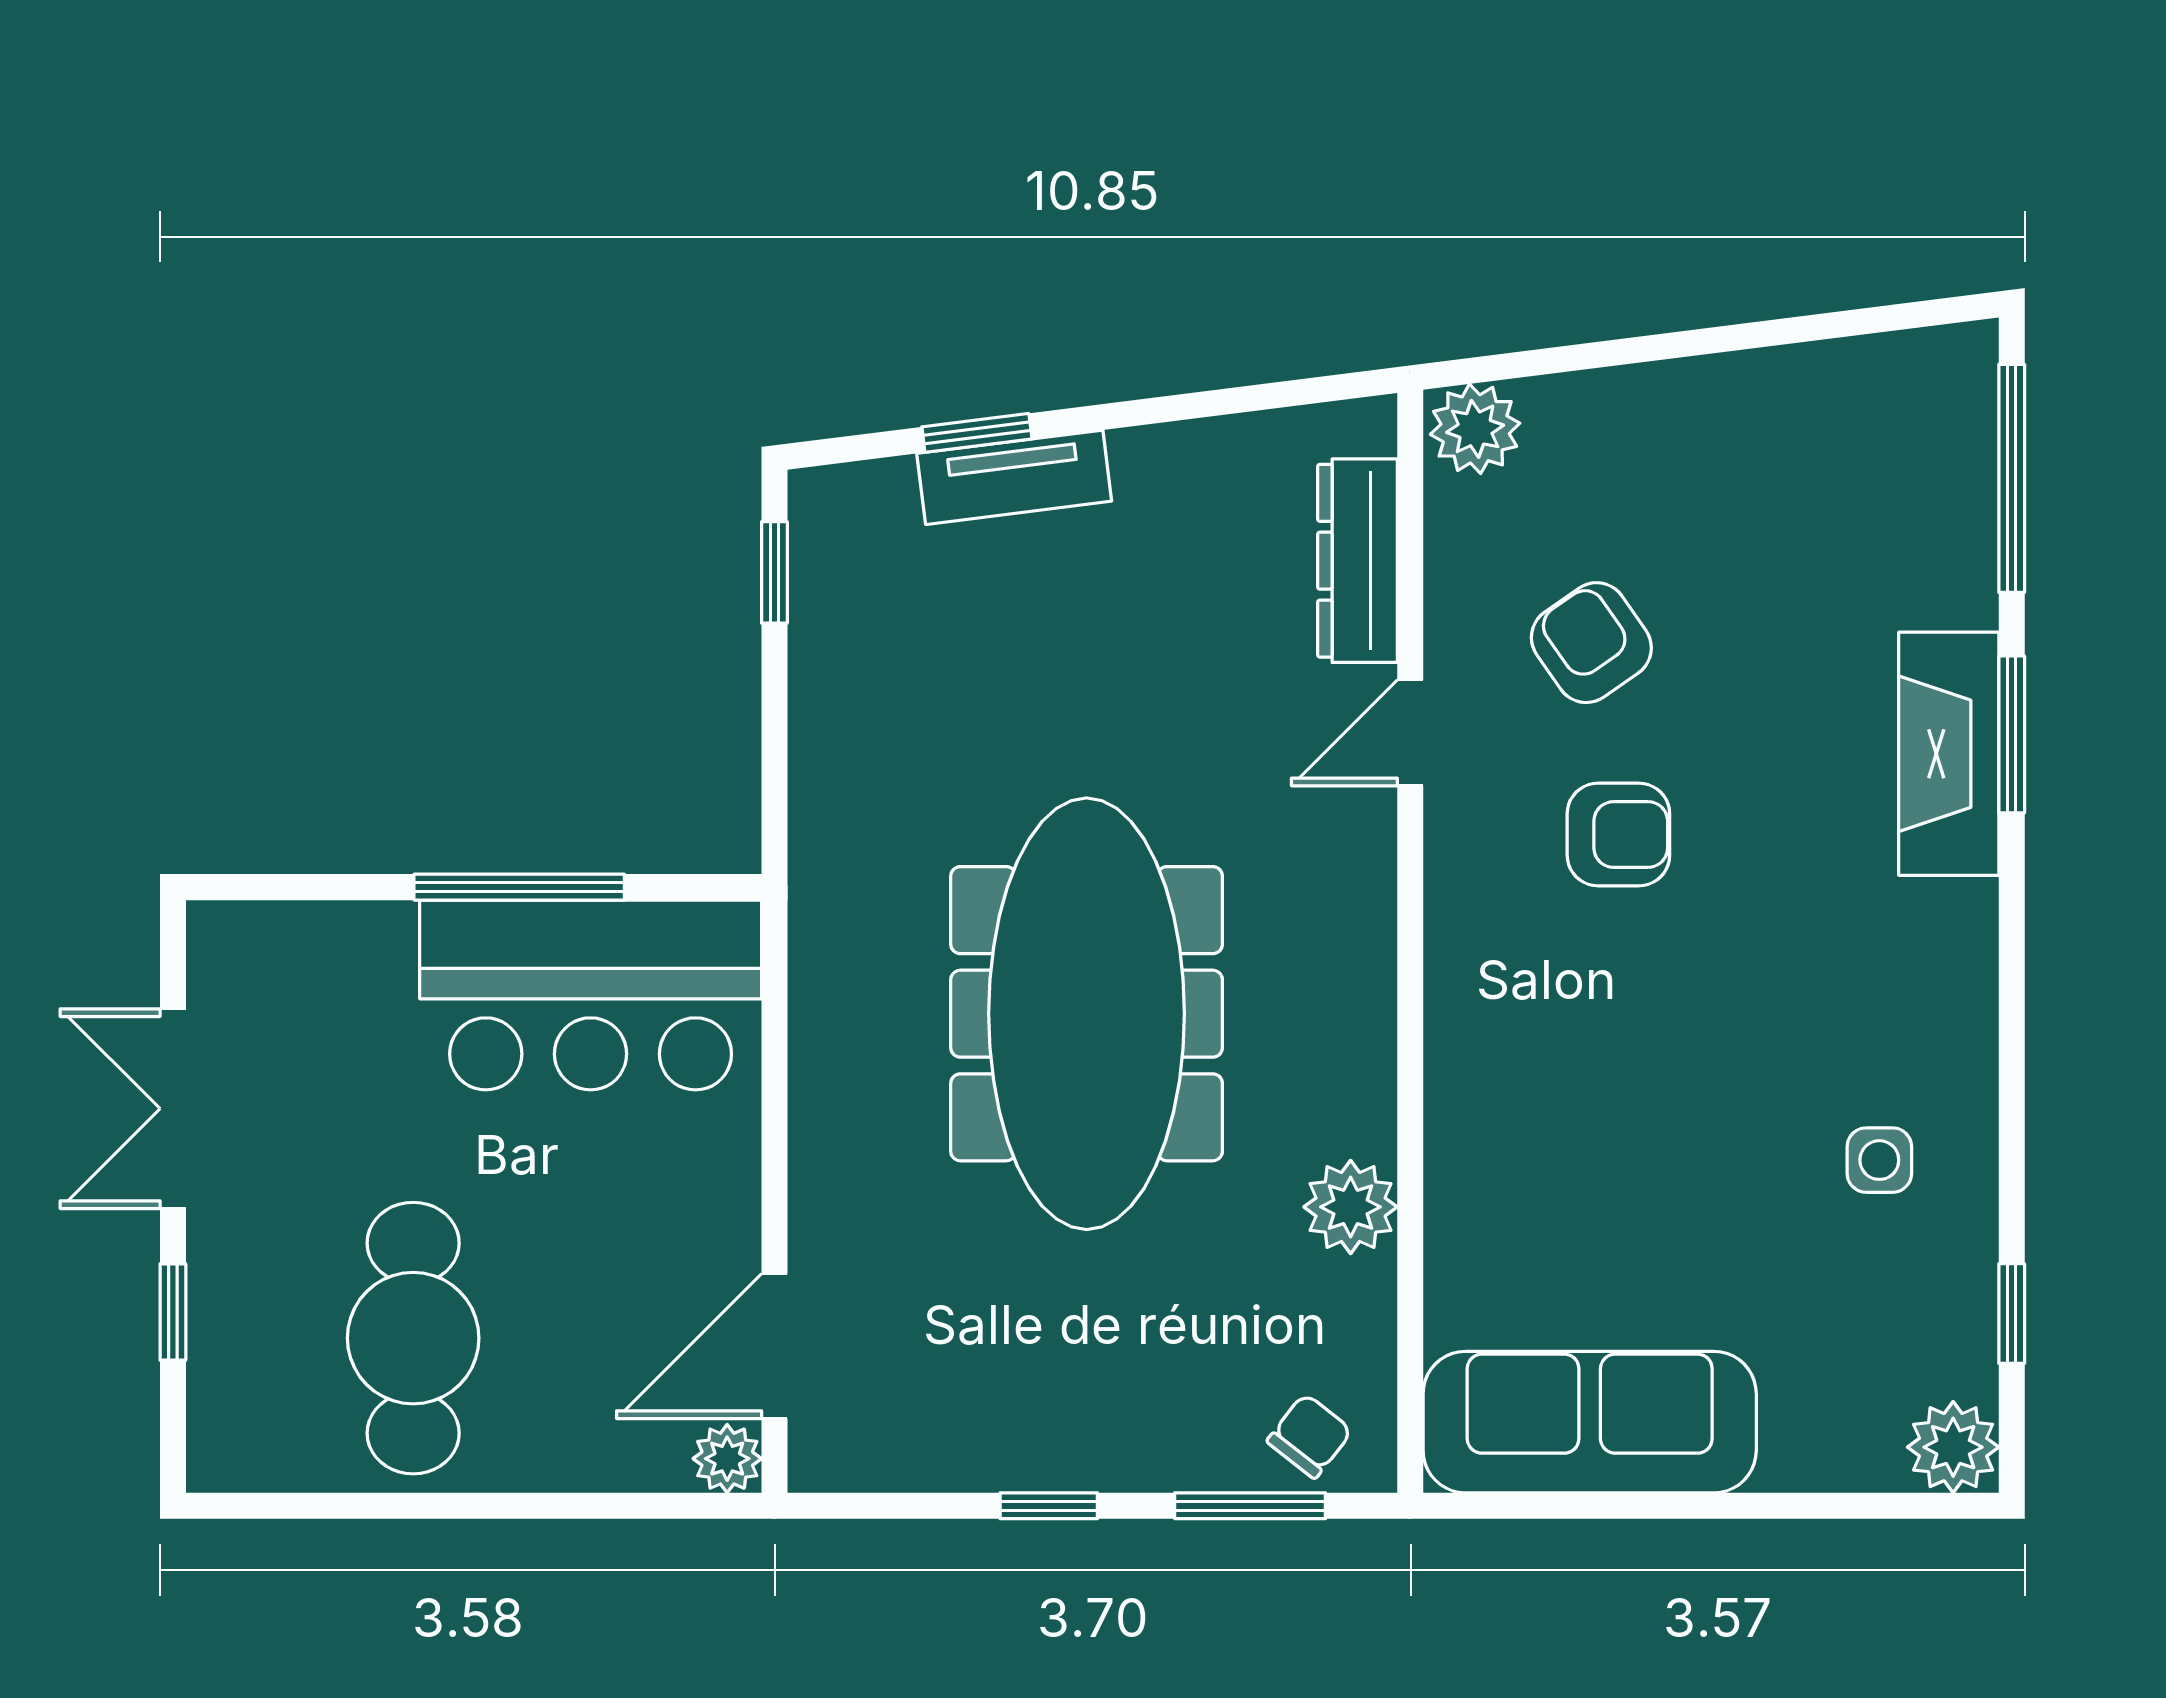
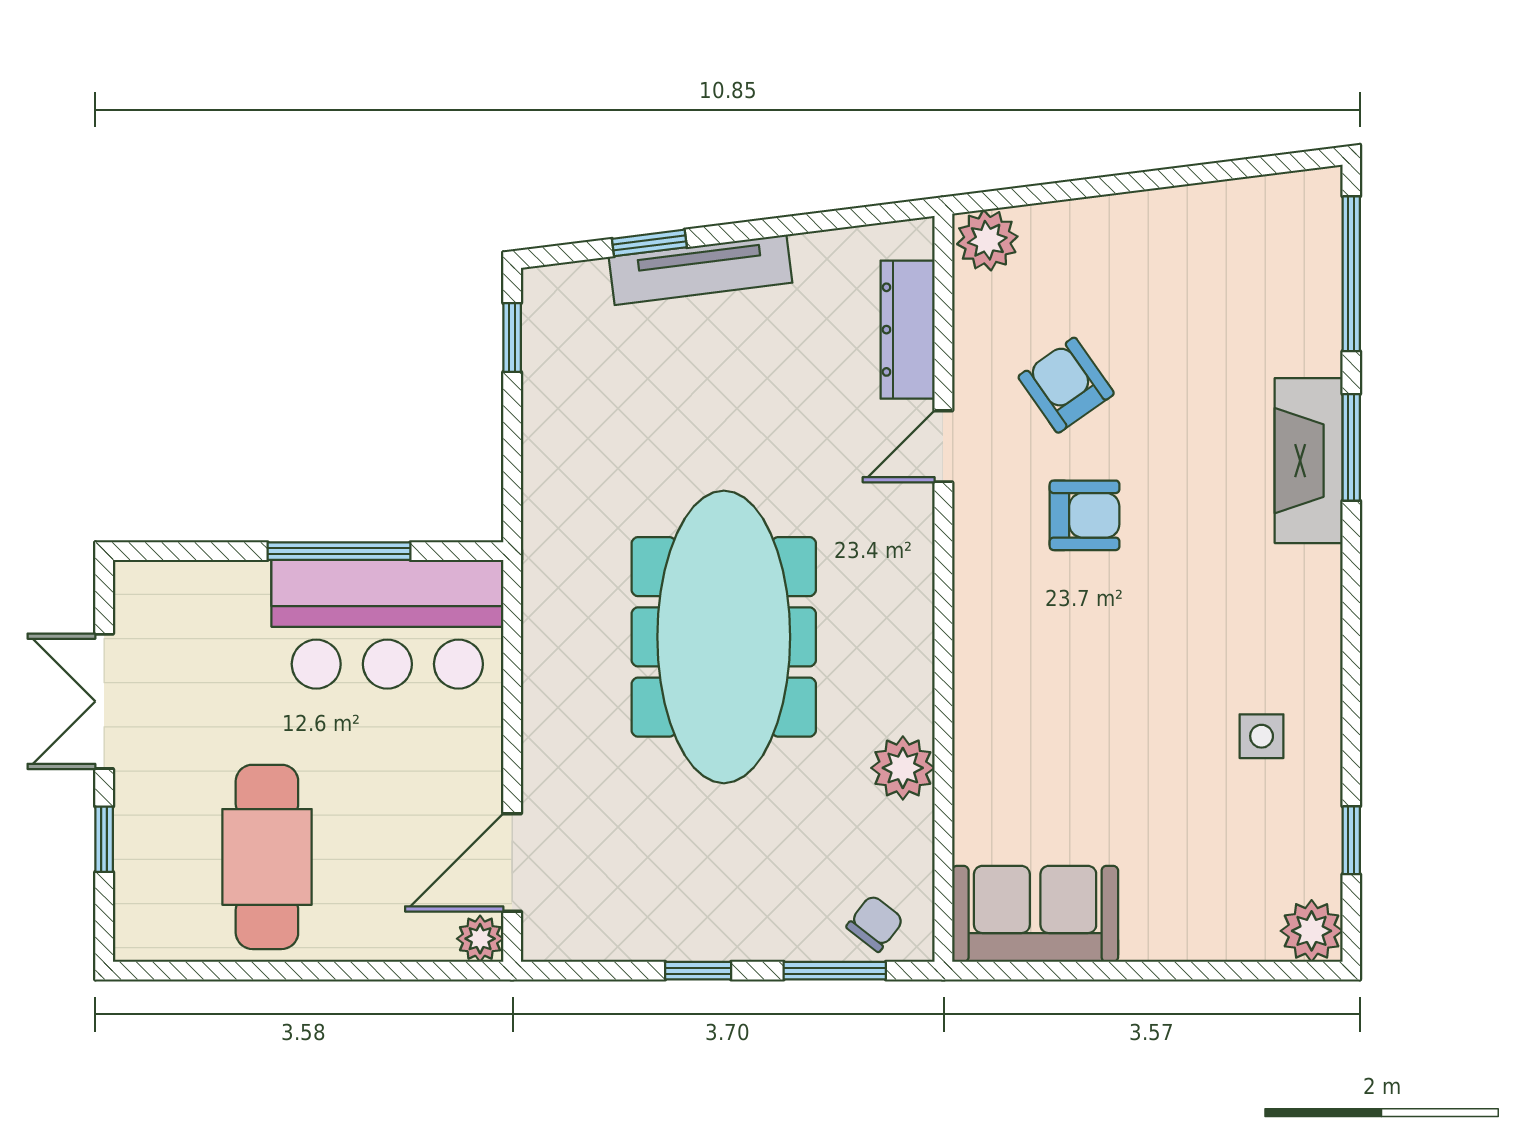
tv unit: (1014, 477) -> (700, 270), width x1.41
sofa: (1590, 1422) -> (1035, 914), width x0.73

